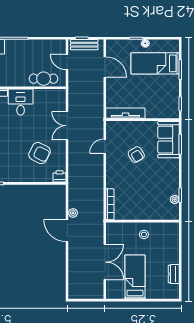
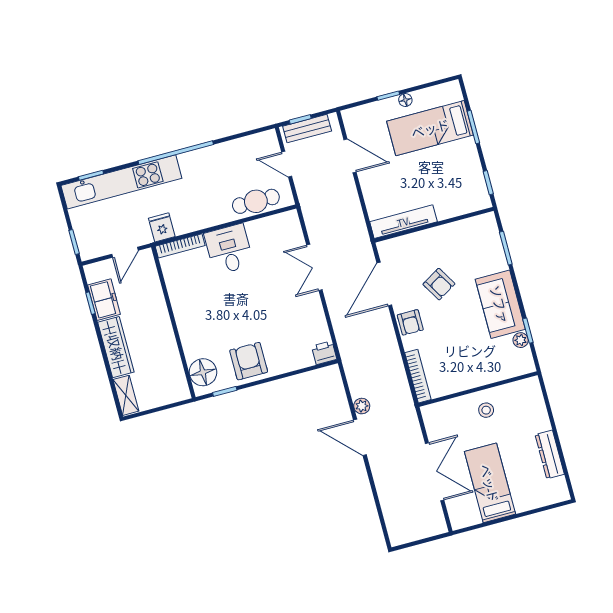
sofa: (169, 140) -> (500, 304), moved
door: (105, 146) -> (384, 284), width x1.87
armchair: (40, 153) -> (249, 361), moved, turned -117
armchair: (114, 172) -> (410, 322), added
dresser: (174, 274) -> (550, 454), width x1.44

